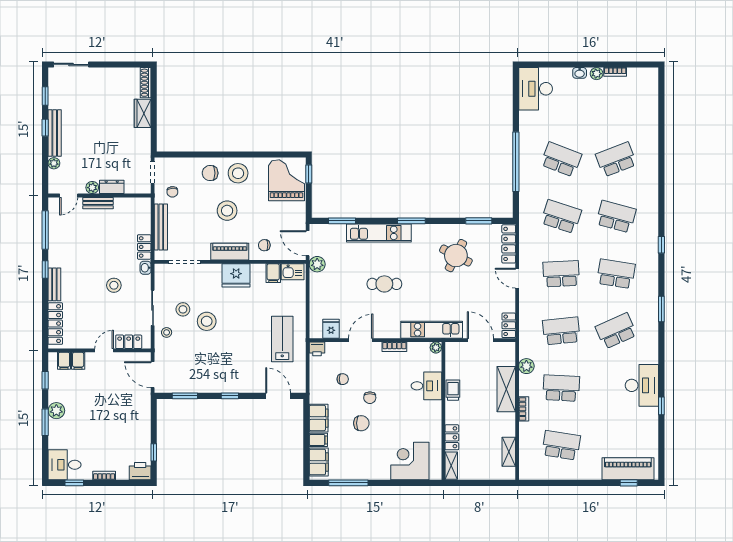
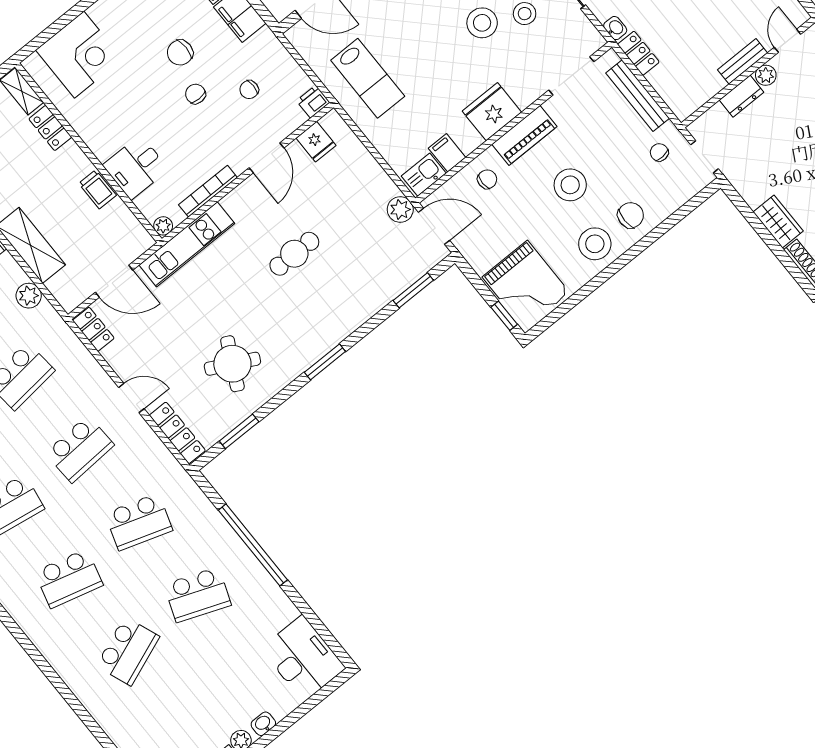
kitchen unit: (379, 233) -> (354, 313), removed
bookcase: (394, 347) -> (208, 191), width x1.56

